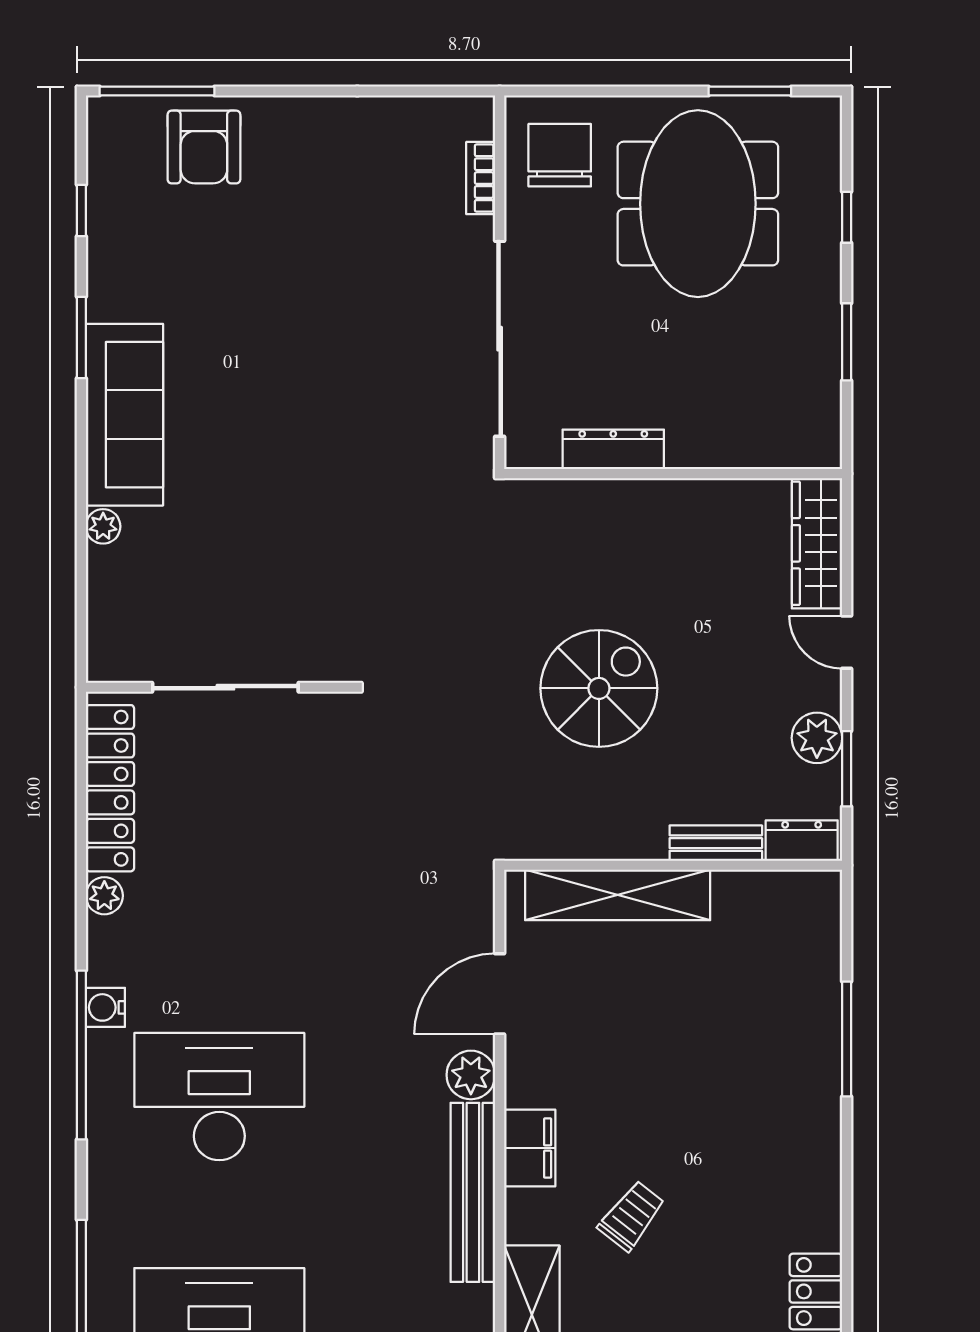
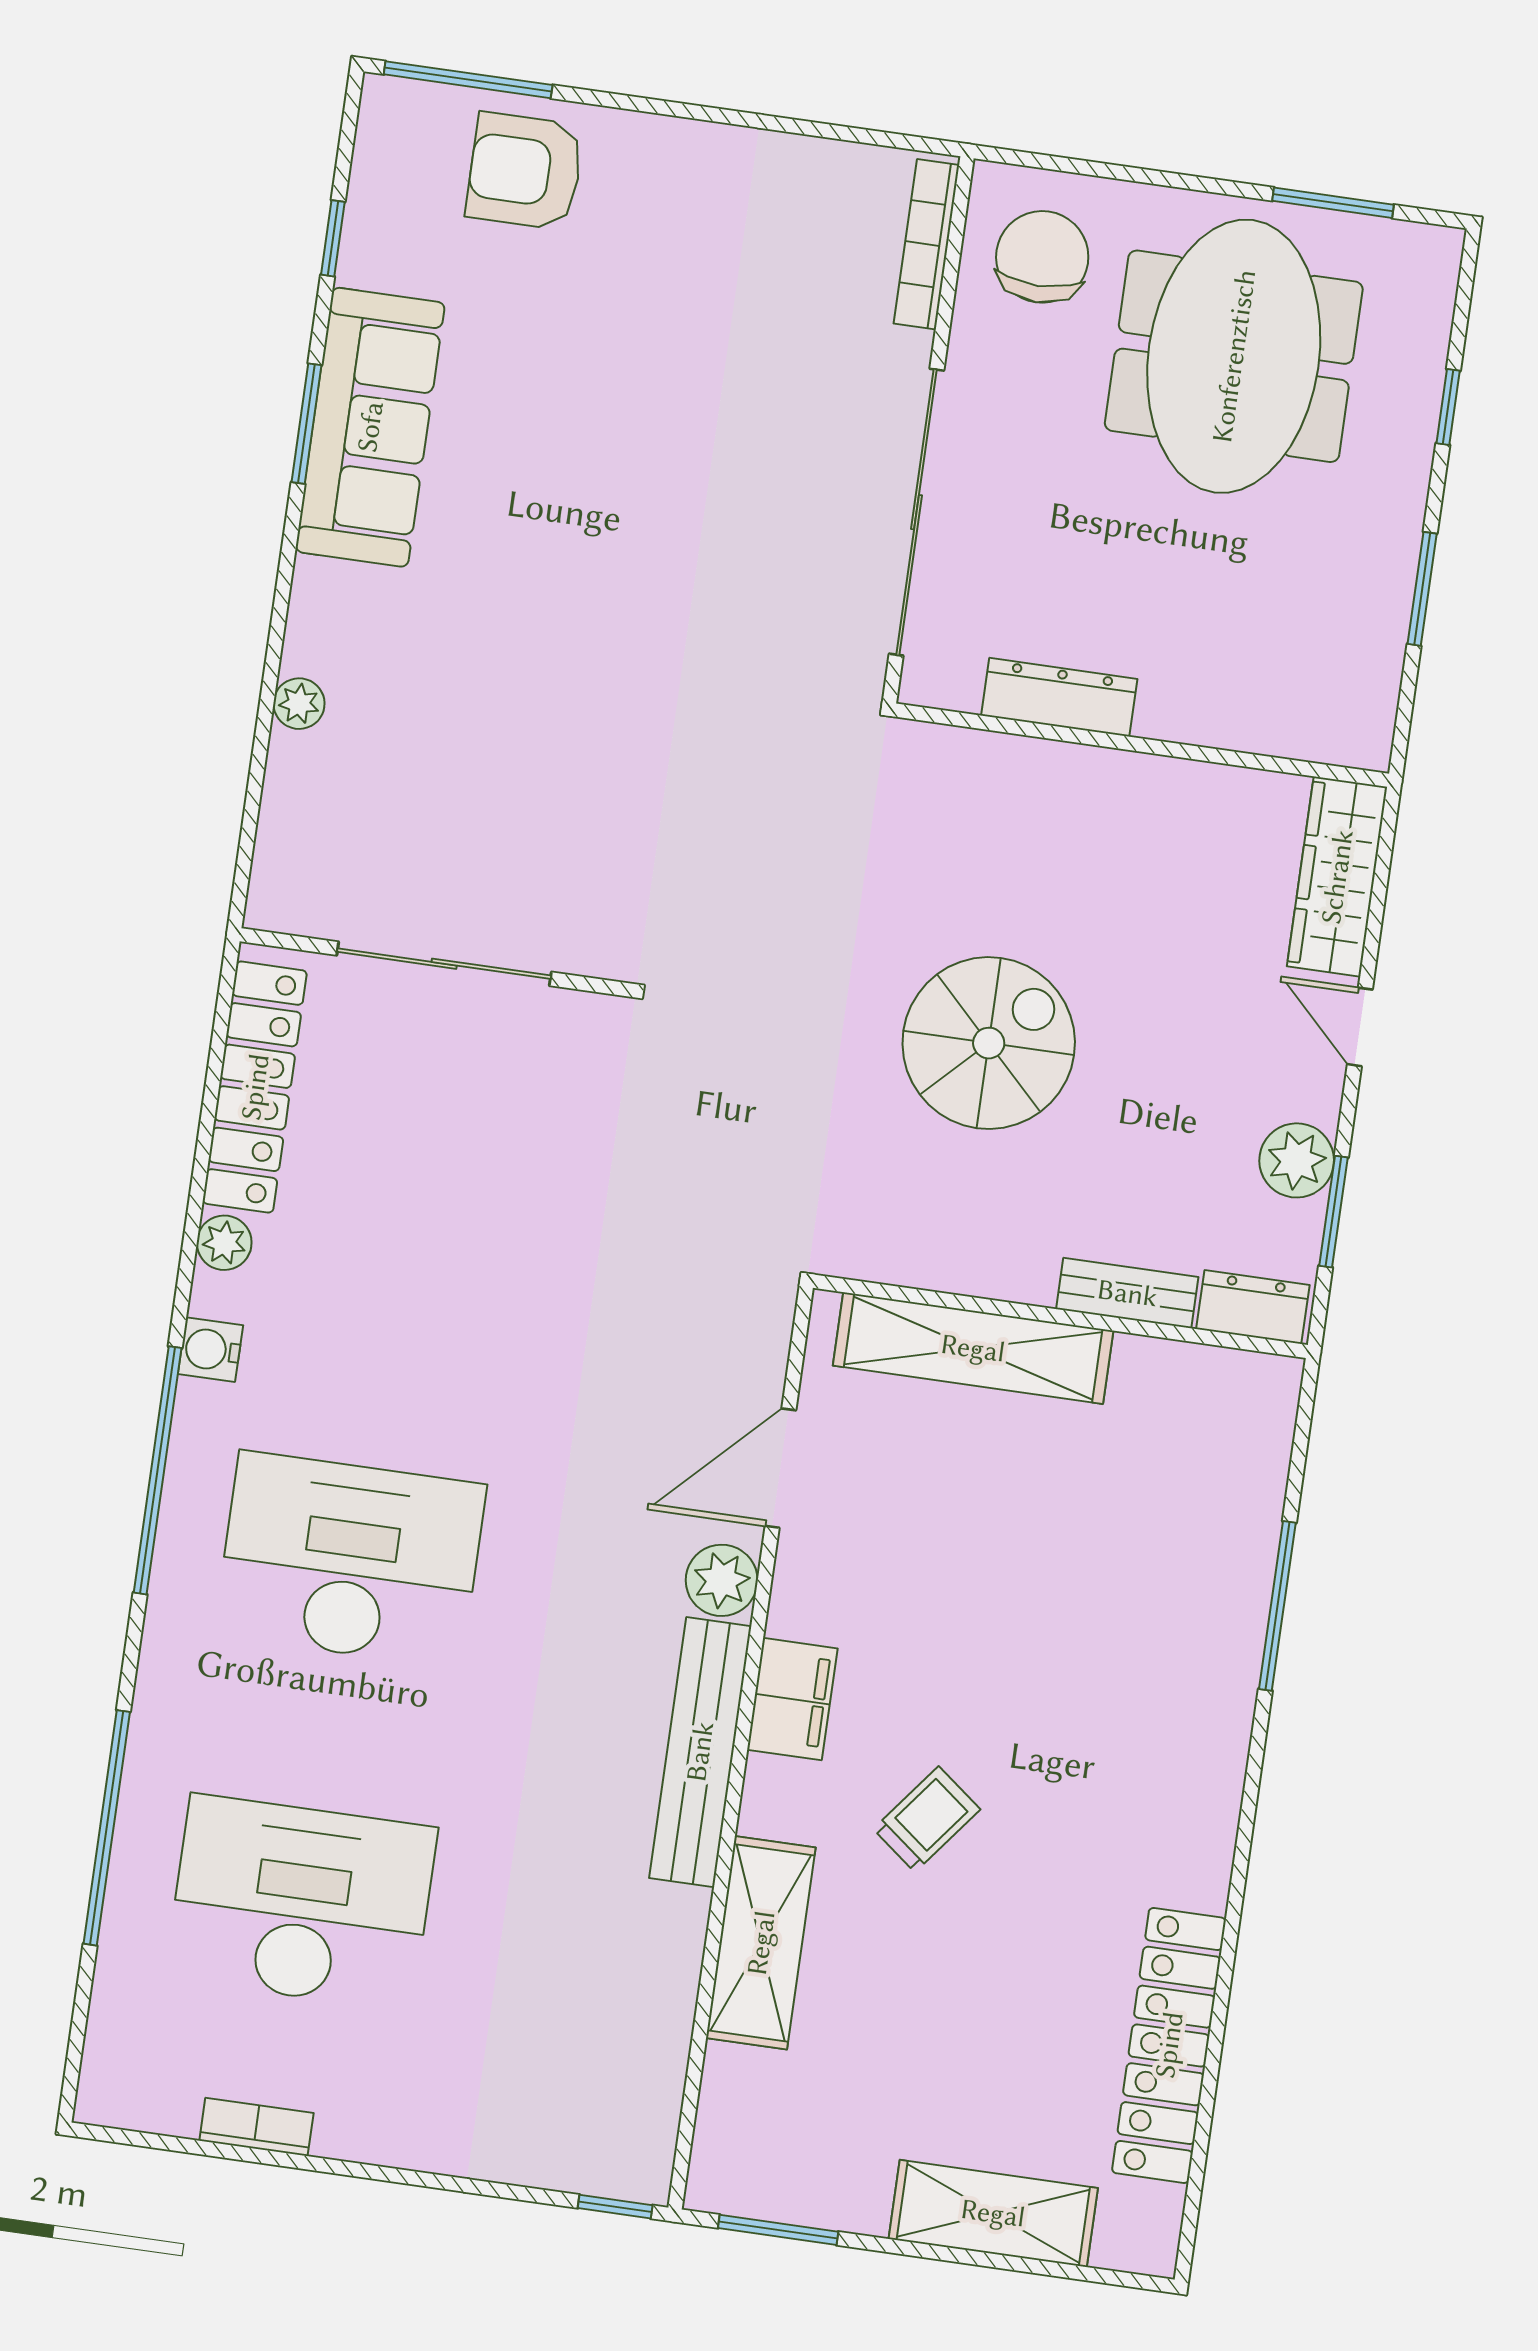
armchair: (204, 147) -> (525, 171), turned 90
bookcase: (481, 178) -> (926, 244), width x1.56
sofa: (124, 415) -> (370, 427), moved
water cooler: (105, 1007) -> (210, 1350), moved

